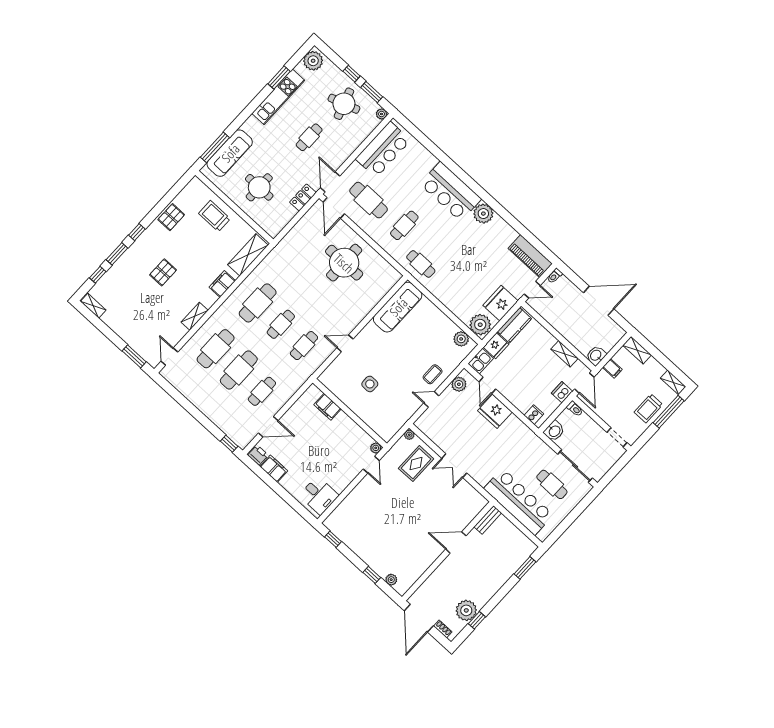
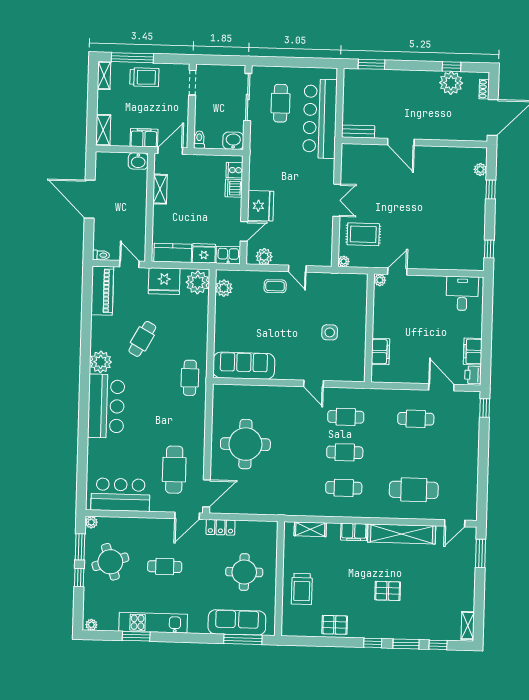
plant: (313, 61) -> (91, 625), width x0.53, depth x0.53
cafe table: (404, 225) -> (142, 339), moved, turned -61
shelving: (248, 255) -> (310, 529), width x0.67, depth x0.75
cafe table: (258, 303) -> (344, 488), width x0.73, depth x0.74
shelving: (195, 316) -> (402, 534), width x2.20, depth x1.33
filing cabinet: (612, 368) -> (144, 138), width x2.00
cafe table: (239, 370) -> (415, 454), removed
dishwasher: (562, 392) -> (234, 188), moved, turned 90

